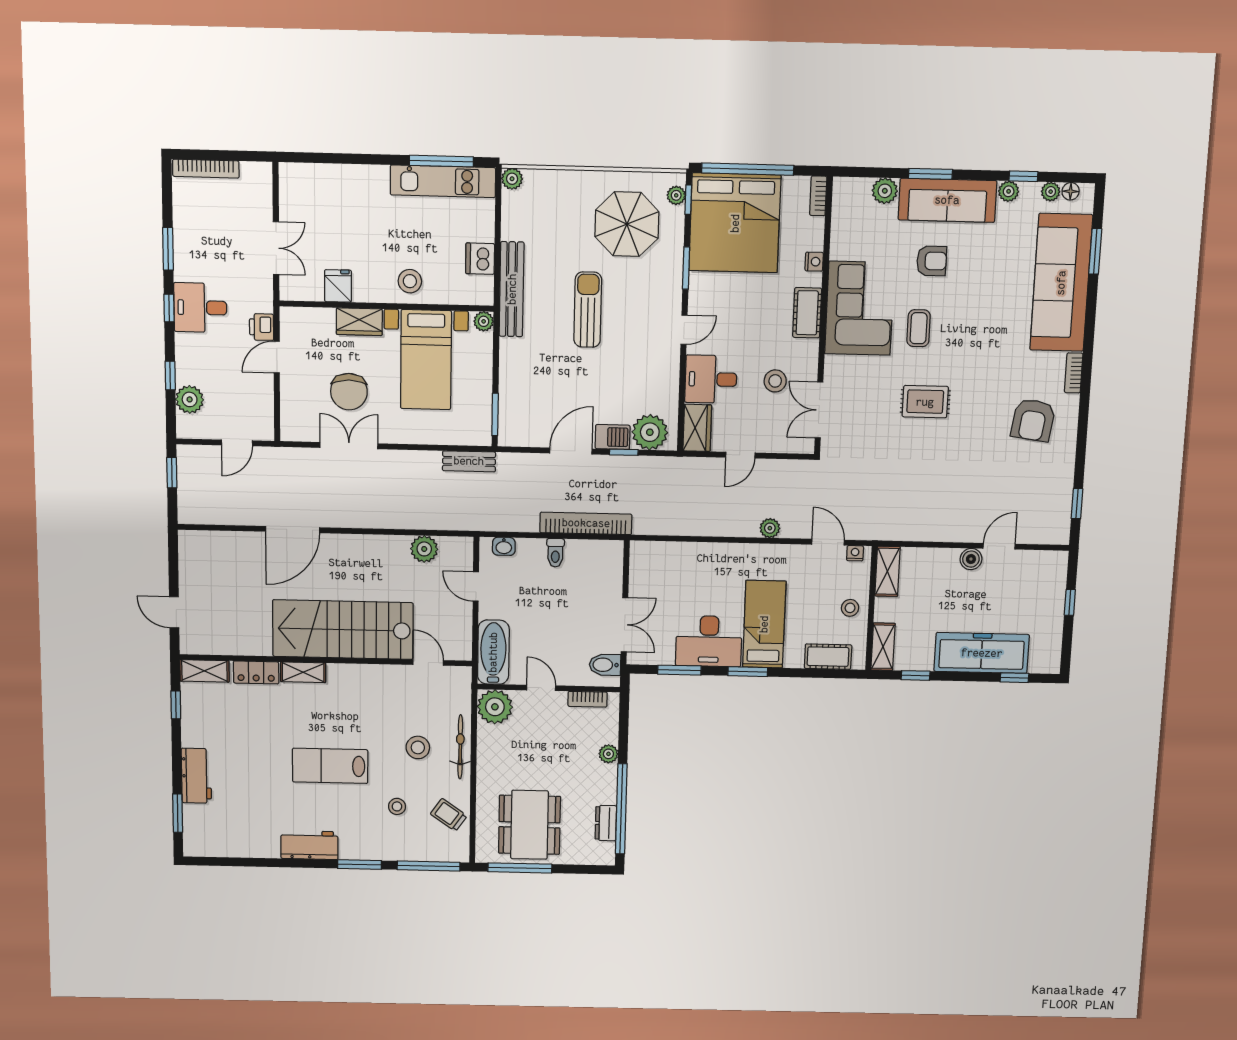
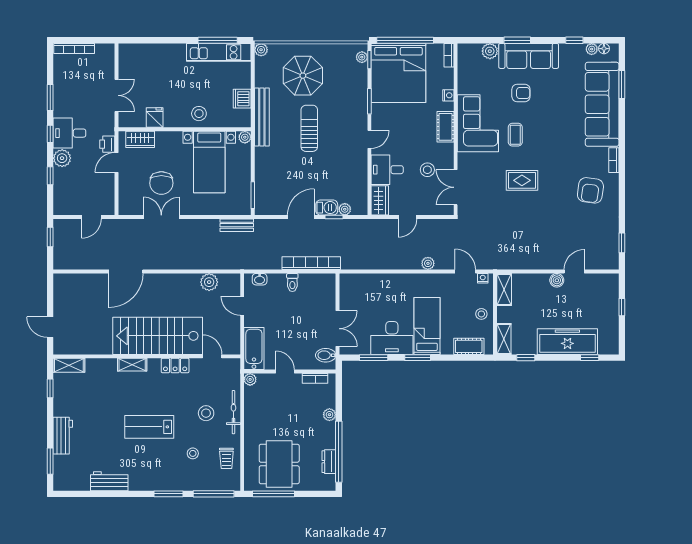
plant: (1009, 191) -> (566, 50), removed
parasol: (627, 224) -> (303, 76), moved
wardrobe: (359, 322) -> (140, 139), moved
plant: (190, 399) -> (62, 158), moved
plant: (650, 432) -> (345, 209), width x0.53, depth x0.53
locker: (256, 672) -> (175, 365), moved
plant: (495, 707) -> (250, 379), width x0.53, depth x0.53
trolley: (449, 815) -> (226, 458), turned -125
workbench: (309, 845) -> (109, 481), moved

